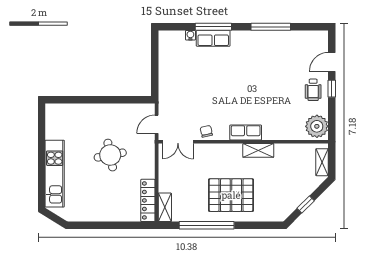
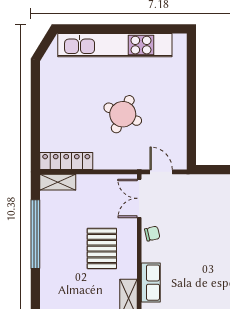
round table: (110, 155) -> (123, 114), turned 36
kitchen unit: (55, 174) -> (115, 45), width x1.36
pallet: (231, 195) -> (102, 249), moved, width x0.73, depth x0.71

